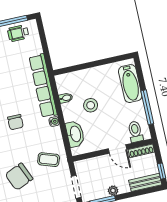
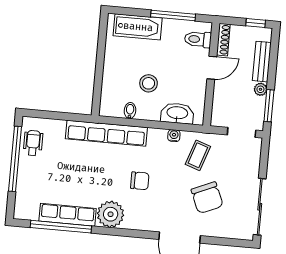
wheelchair: (18, 33) -> (33, 143), turned 180
water cooler: (54, 121) -> (174, 136), moved
bench: (145, 182) -> (262, 62), moved

